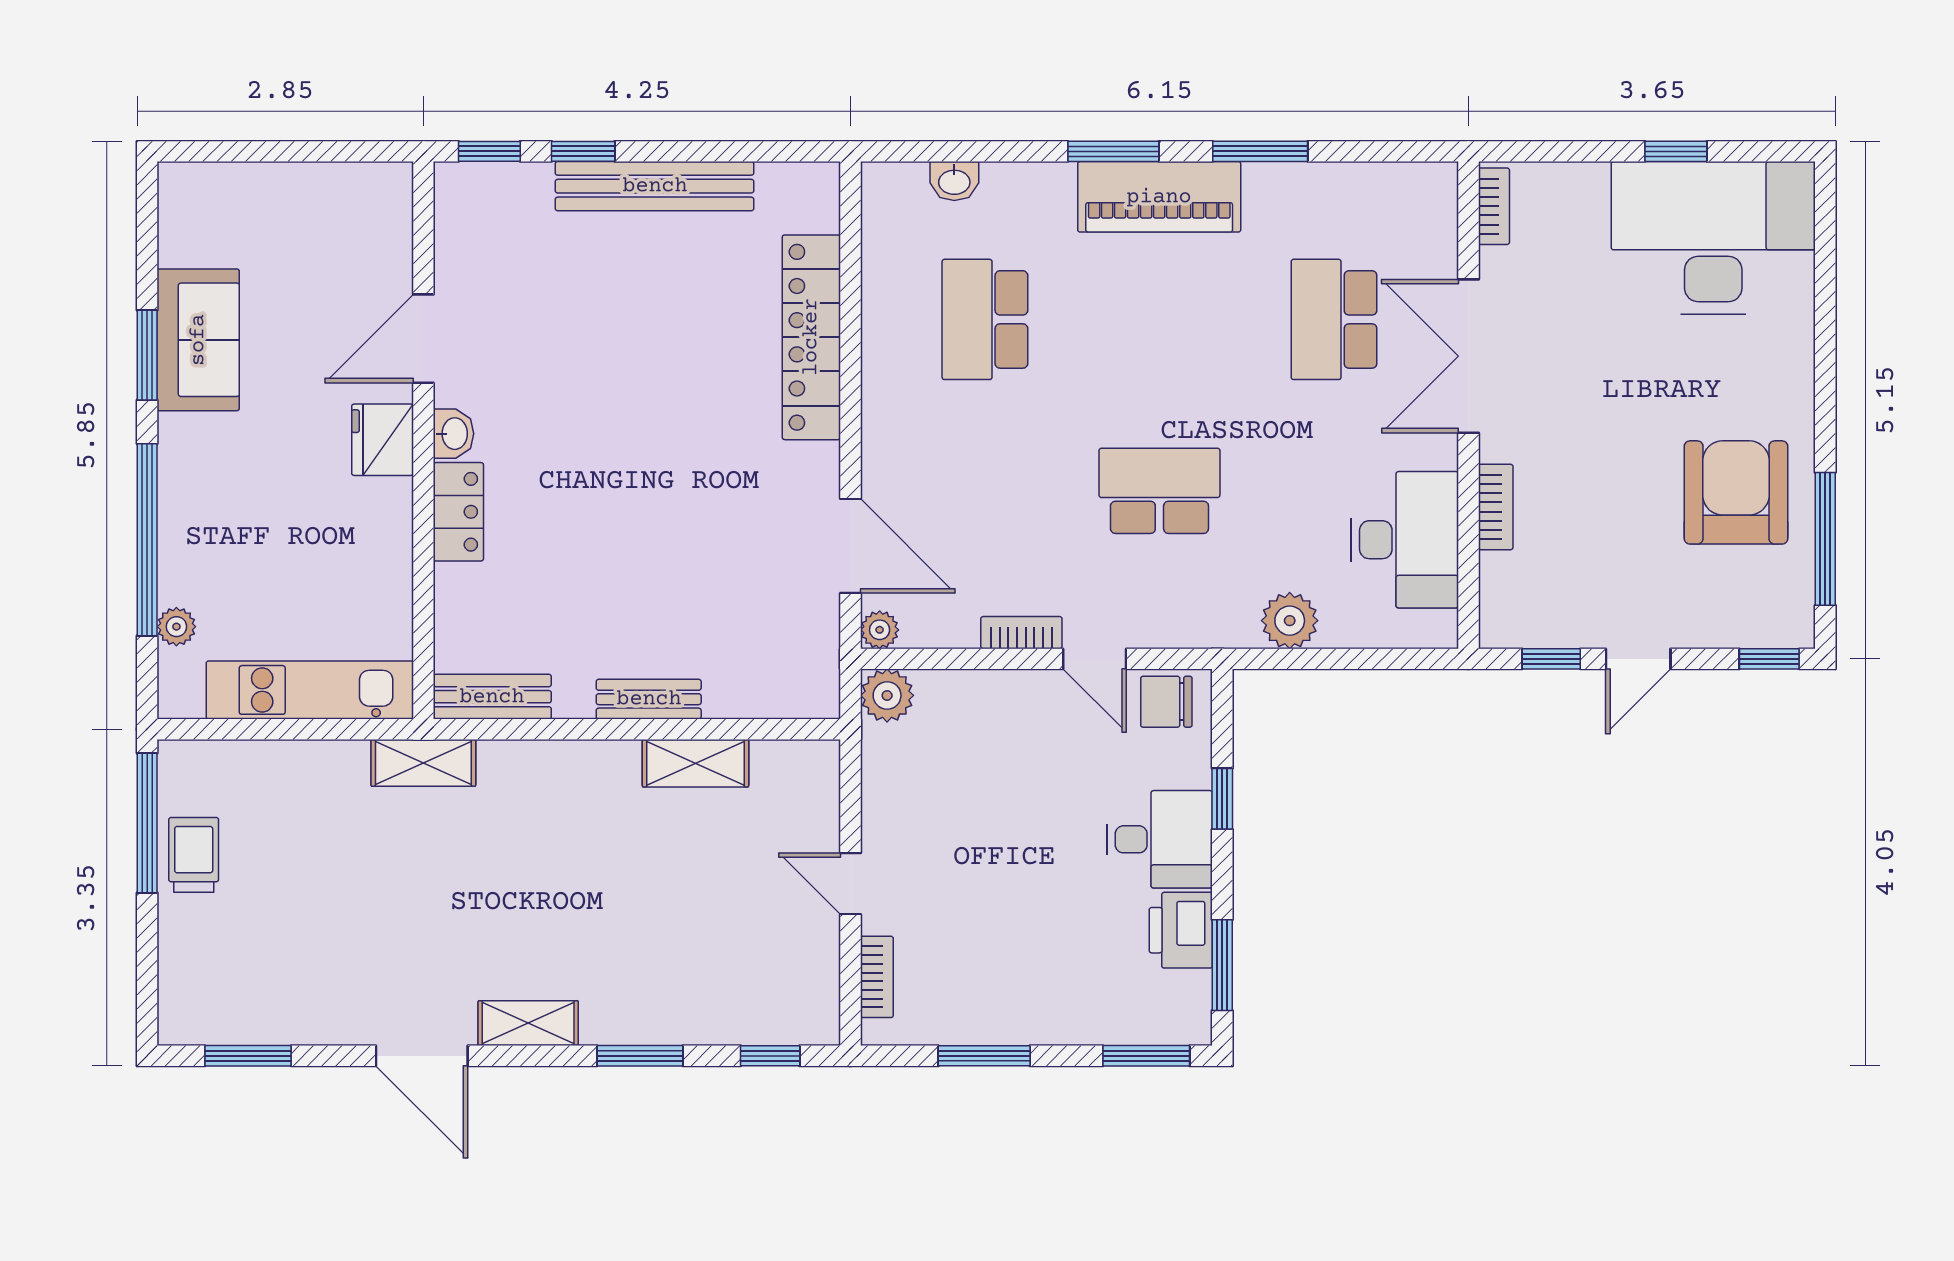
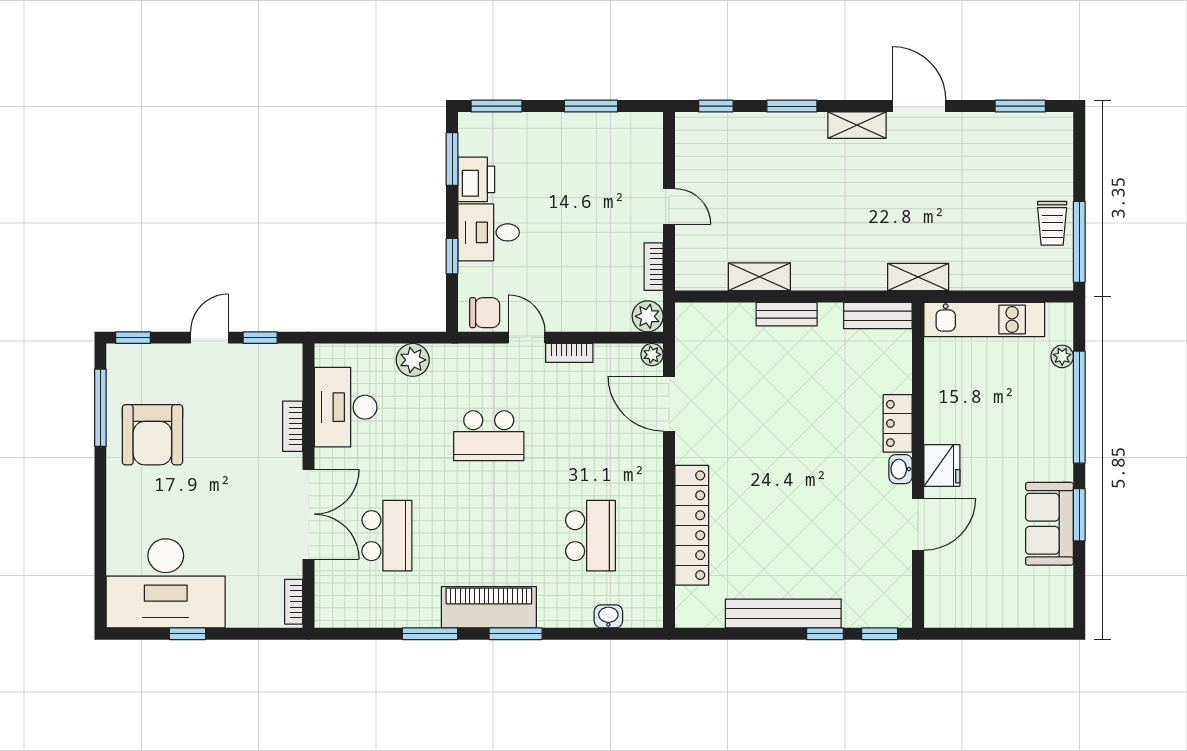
bookcase: (877, 977) -> (654, 267), moved

